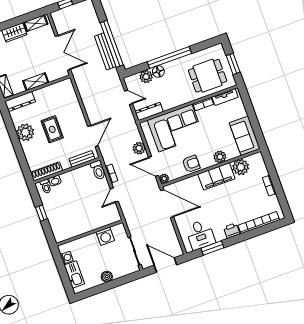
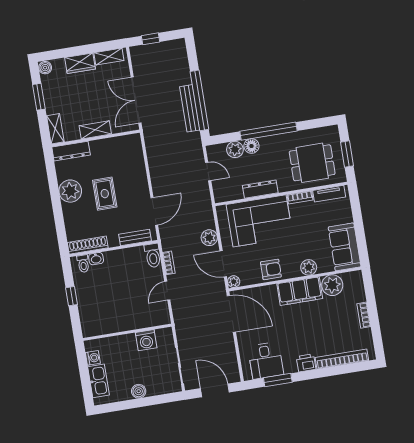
double door: (63, 53) -> (136, 100), swing flipped
dresser: (149, 111) -> (260, 189), moved

